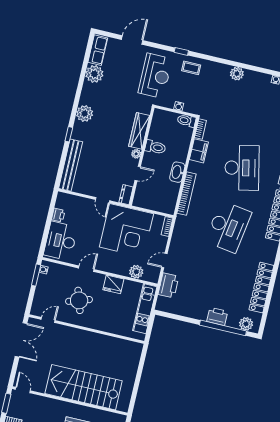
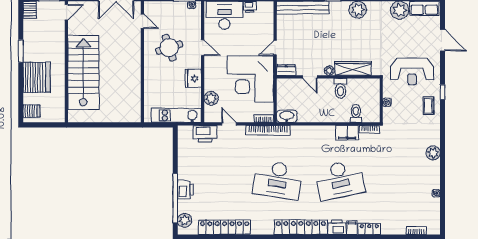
toilet: (187, 121) -> (356, 113), moved
washbasin: (177, 172) -> (287, 116), moved
bookcase: (186, 194) -> (268, 130), moved

